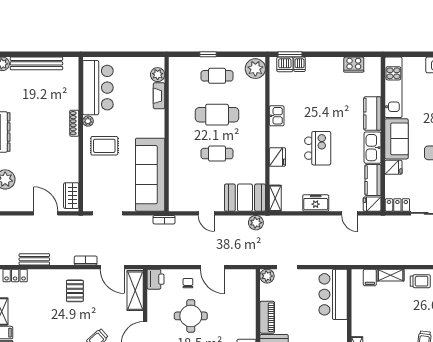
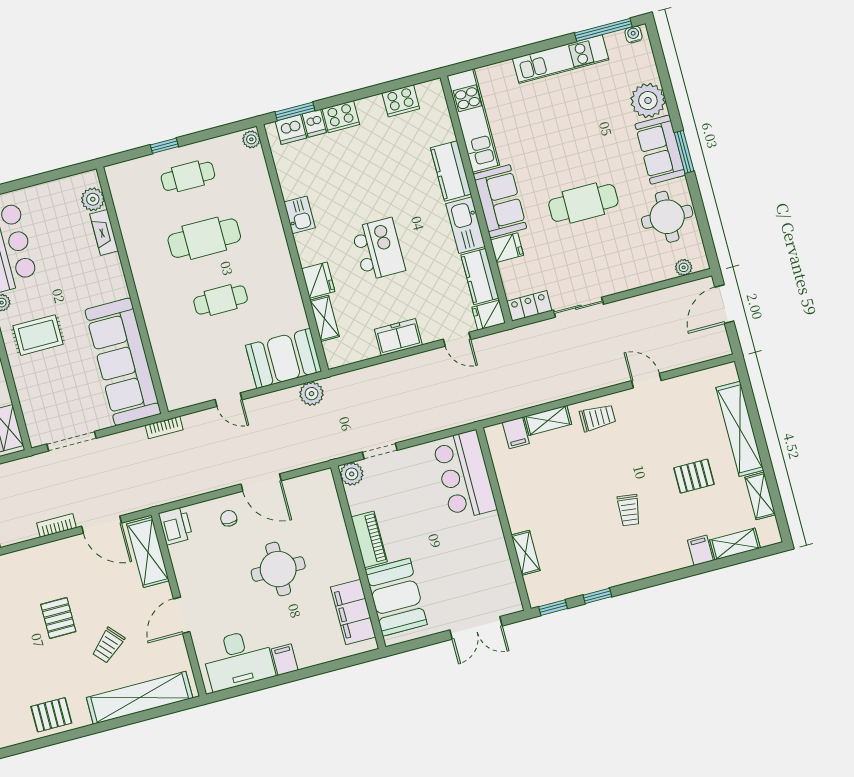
cooker: (316, 65) -> (341, 117), added
plant: (255, 69) -> (251, 139), width x0.53, depth x0.53
shelving: (275, 198) -> (325, 318), moved
pallet: (75, 291) -> (58, 618), moved
round table: (191, 316) -> (278, 569), moved

